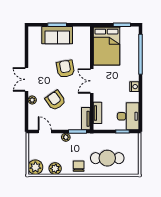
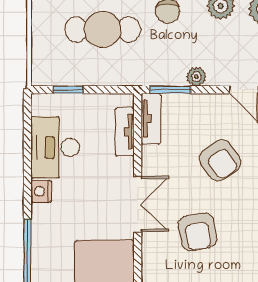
desk: (128, 116) -> (55, 147), moved

